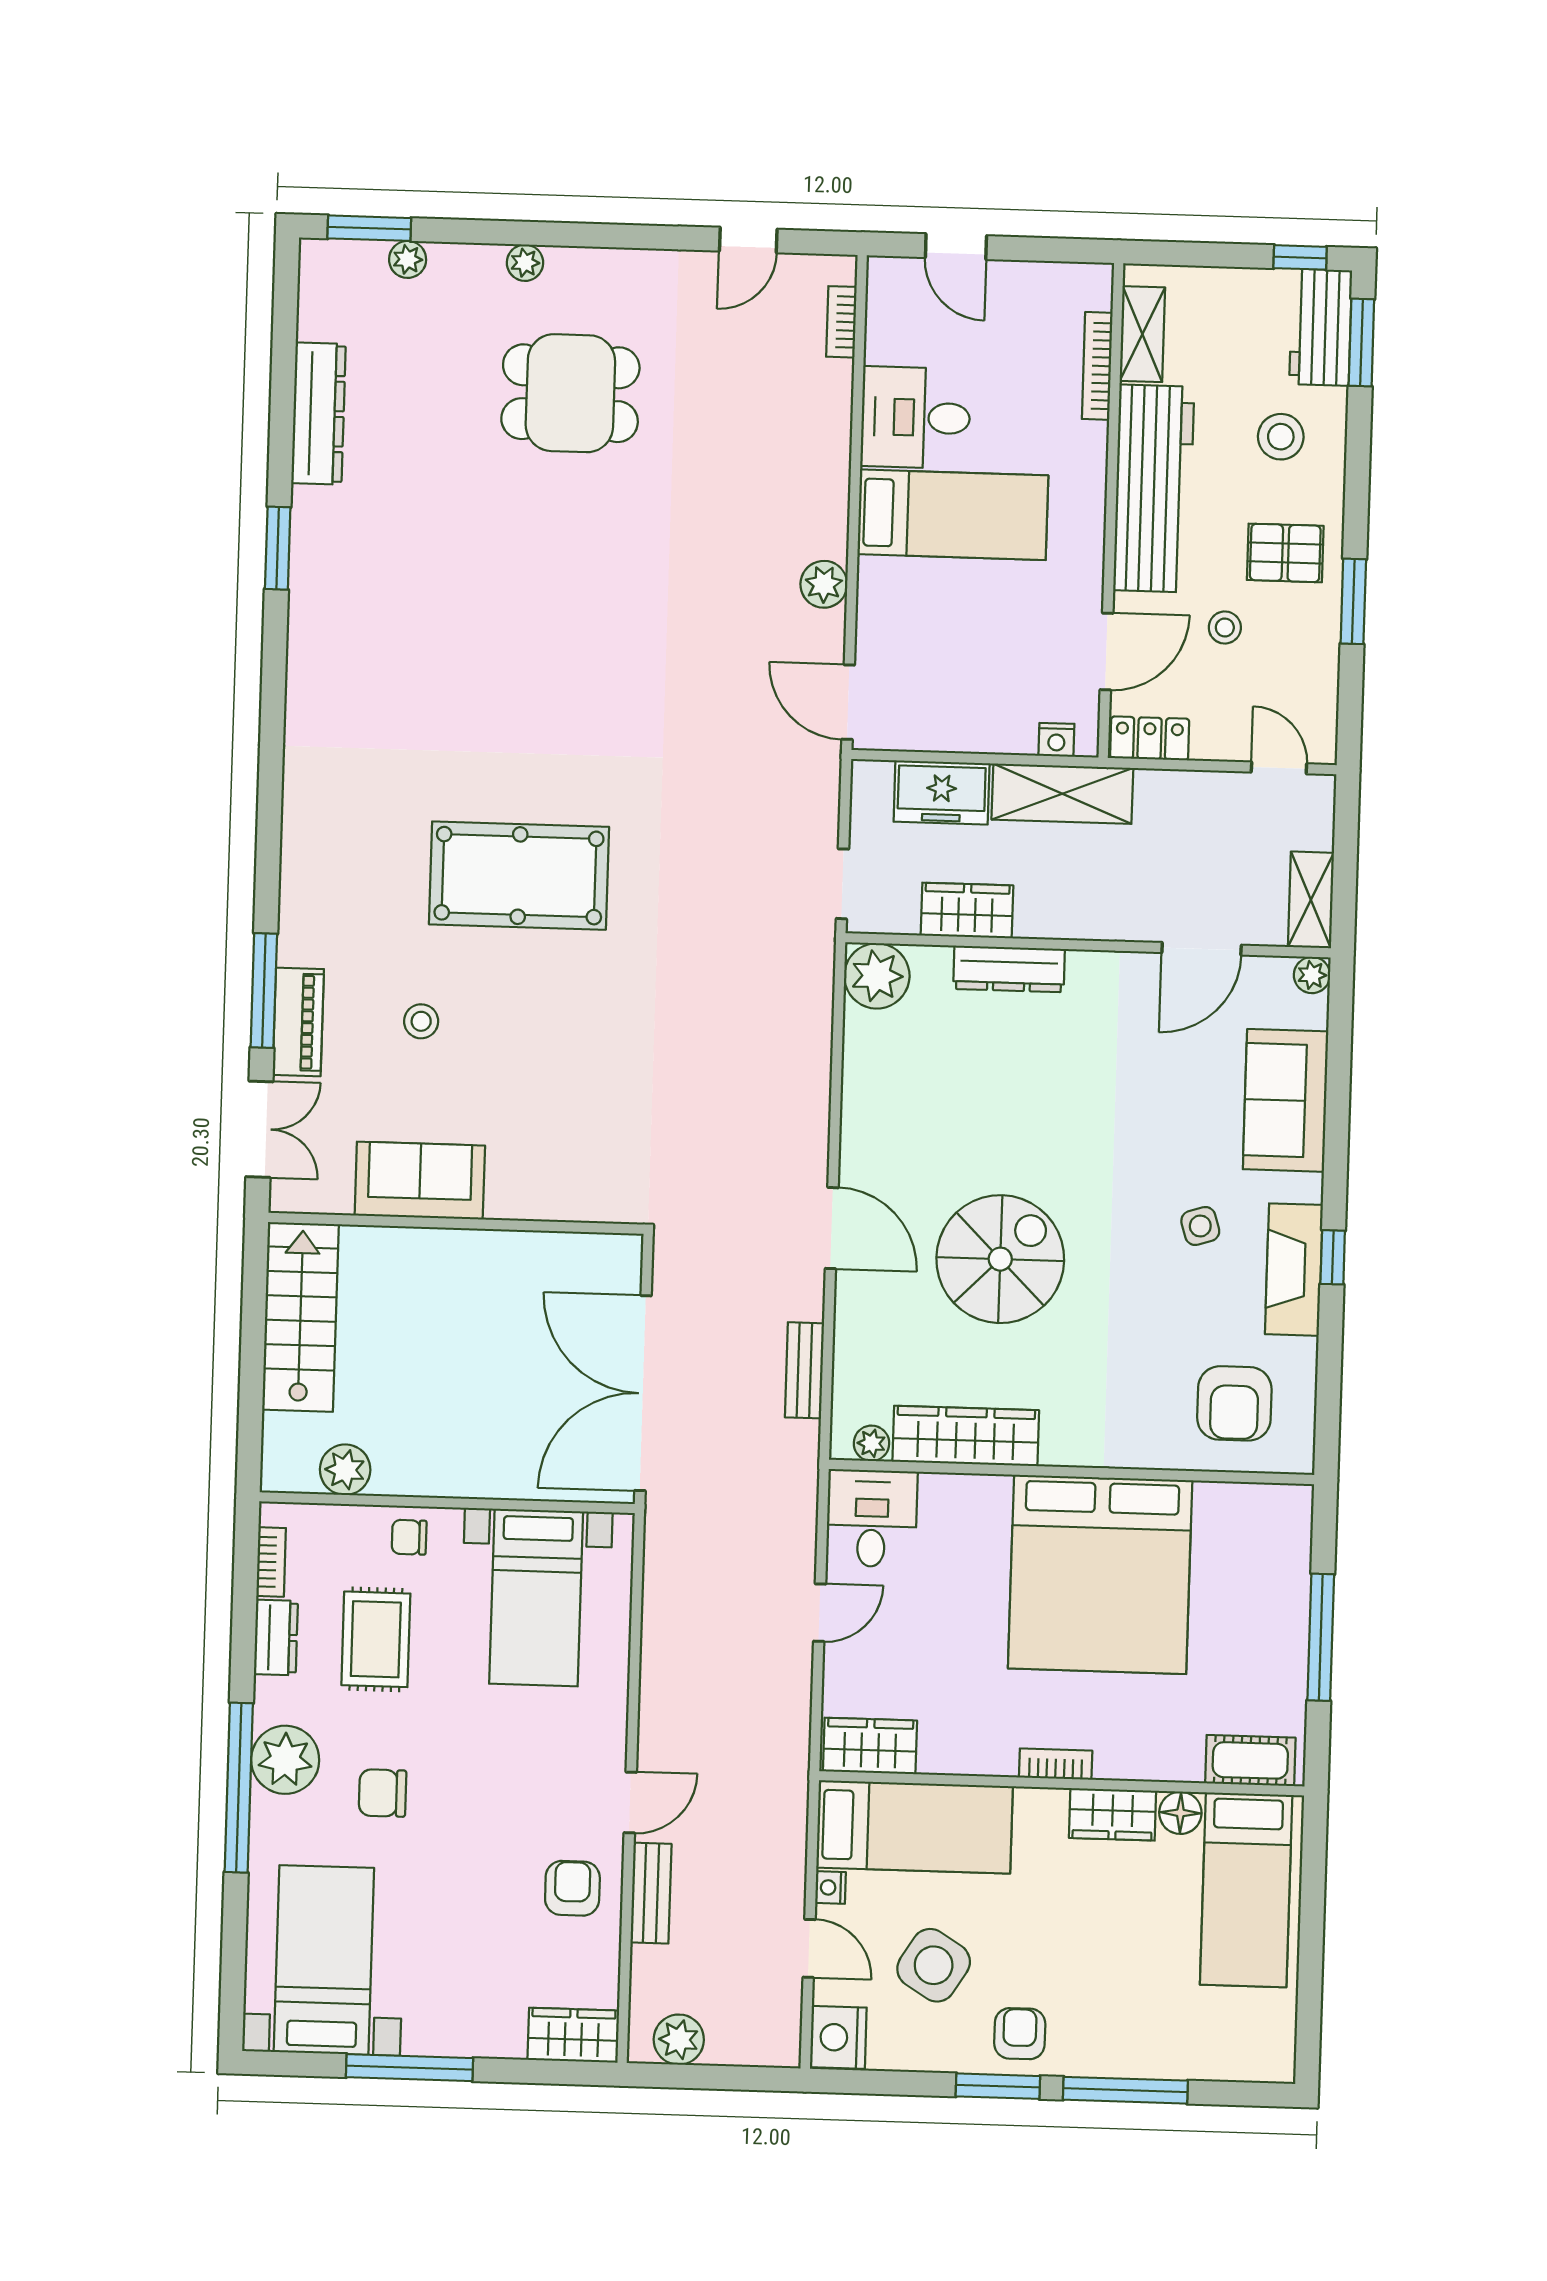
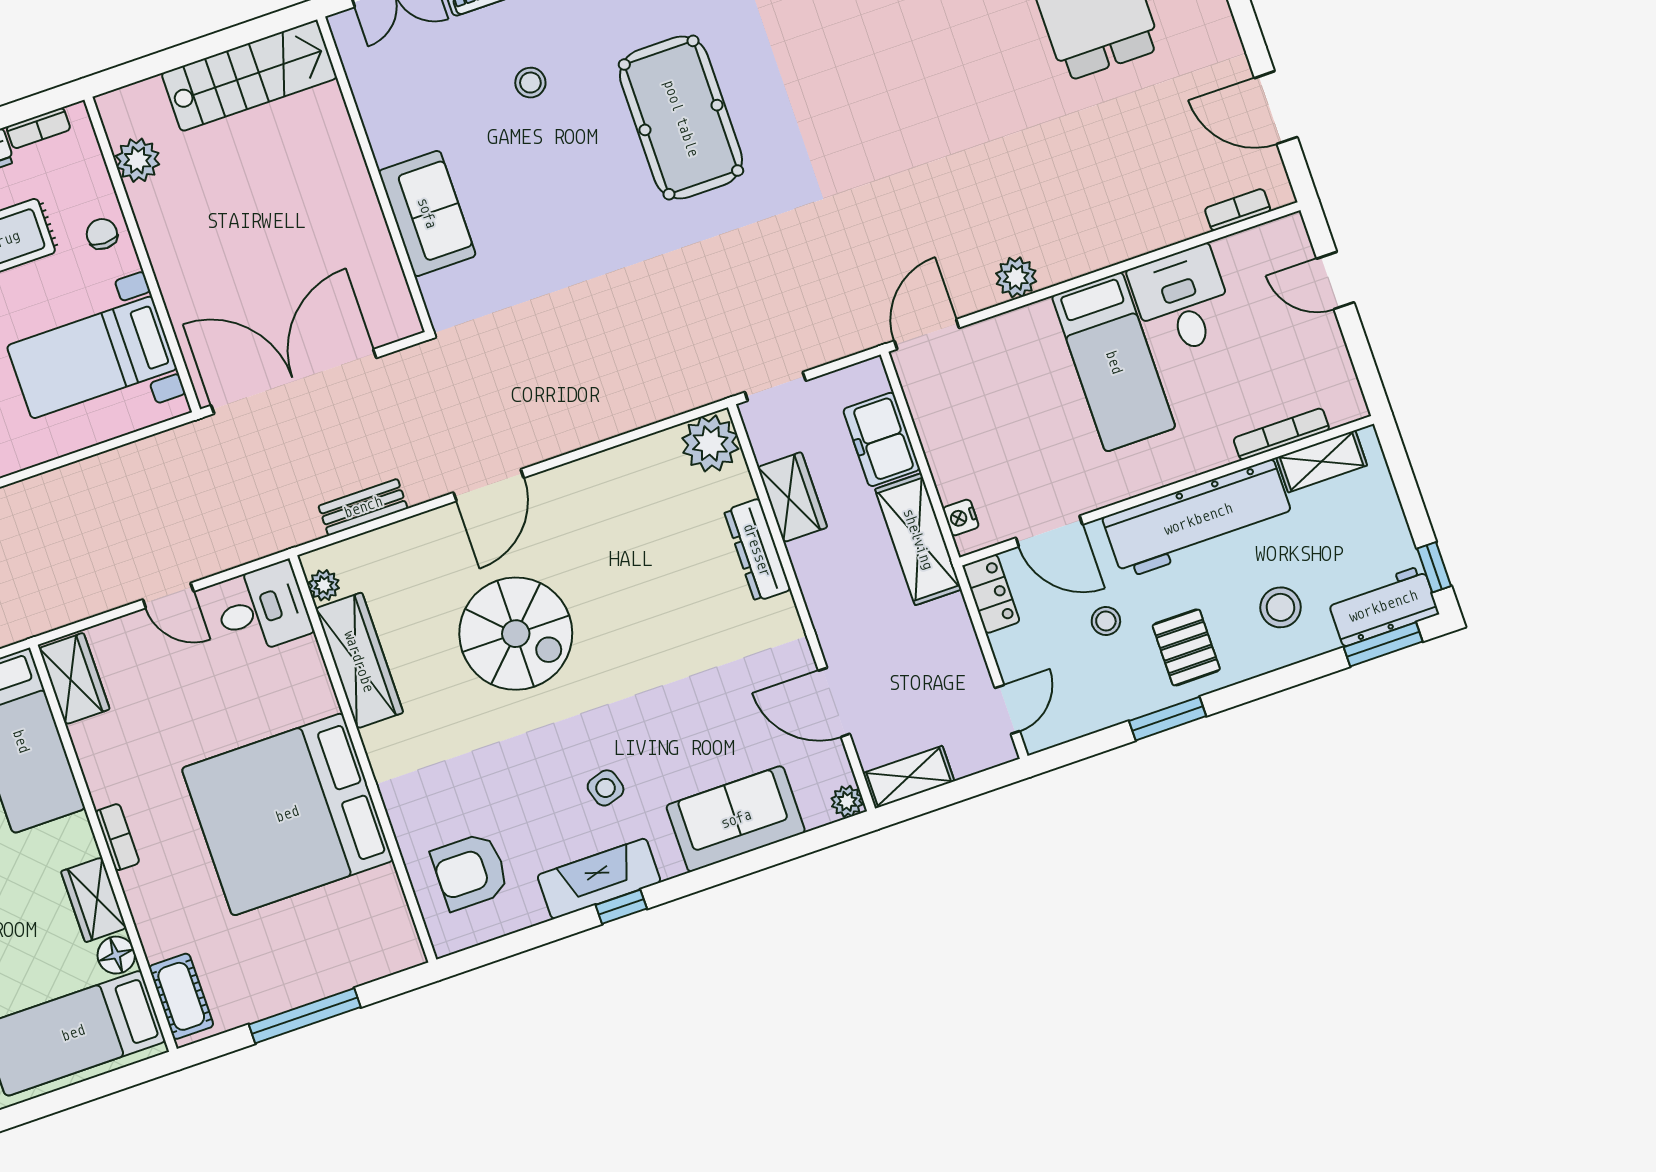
door: (748, 240) -> (1276, 108), width x1.38
door: (956, 247) -> (1335, 281), hinge flipped
sofa: (420, 1181) -> (427, 213), moved

